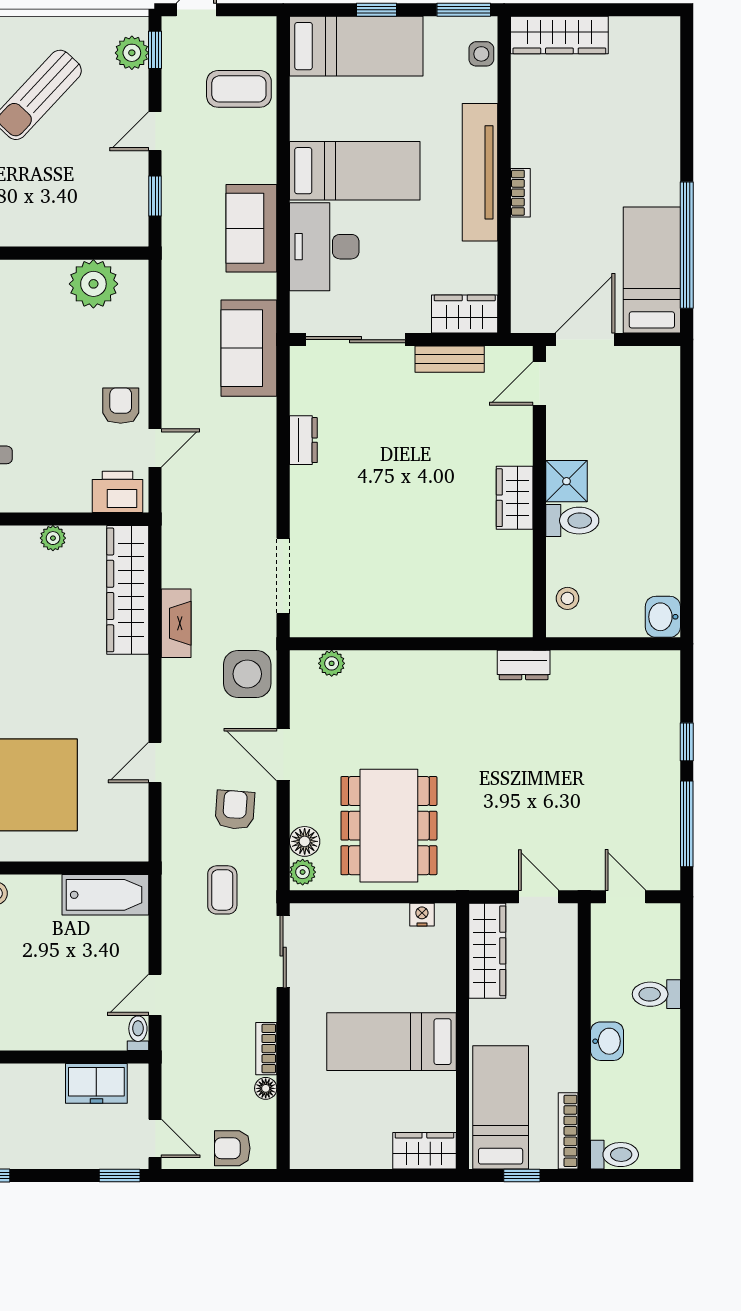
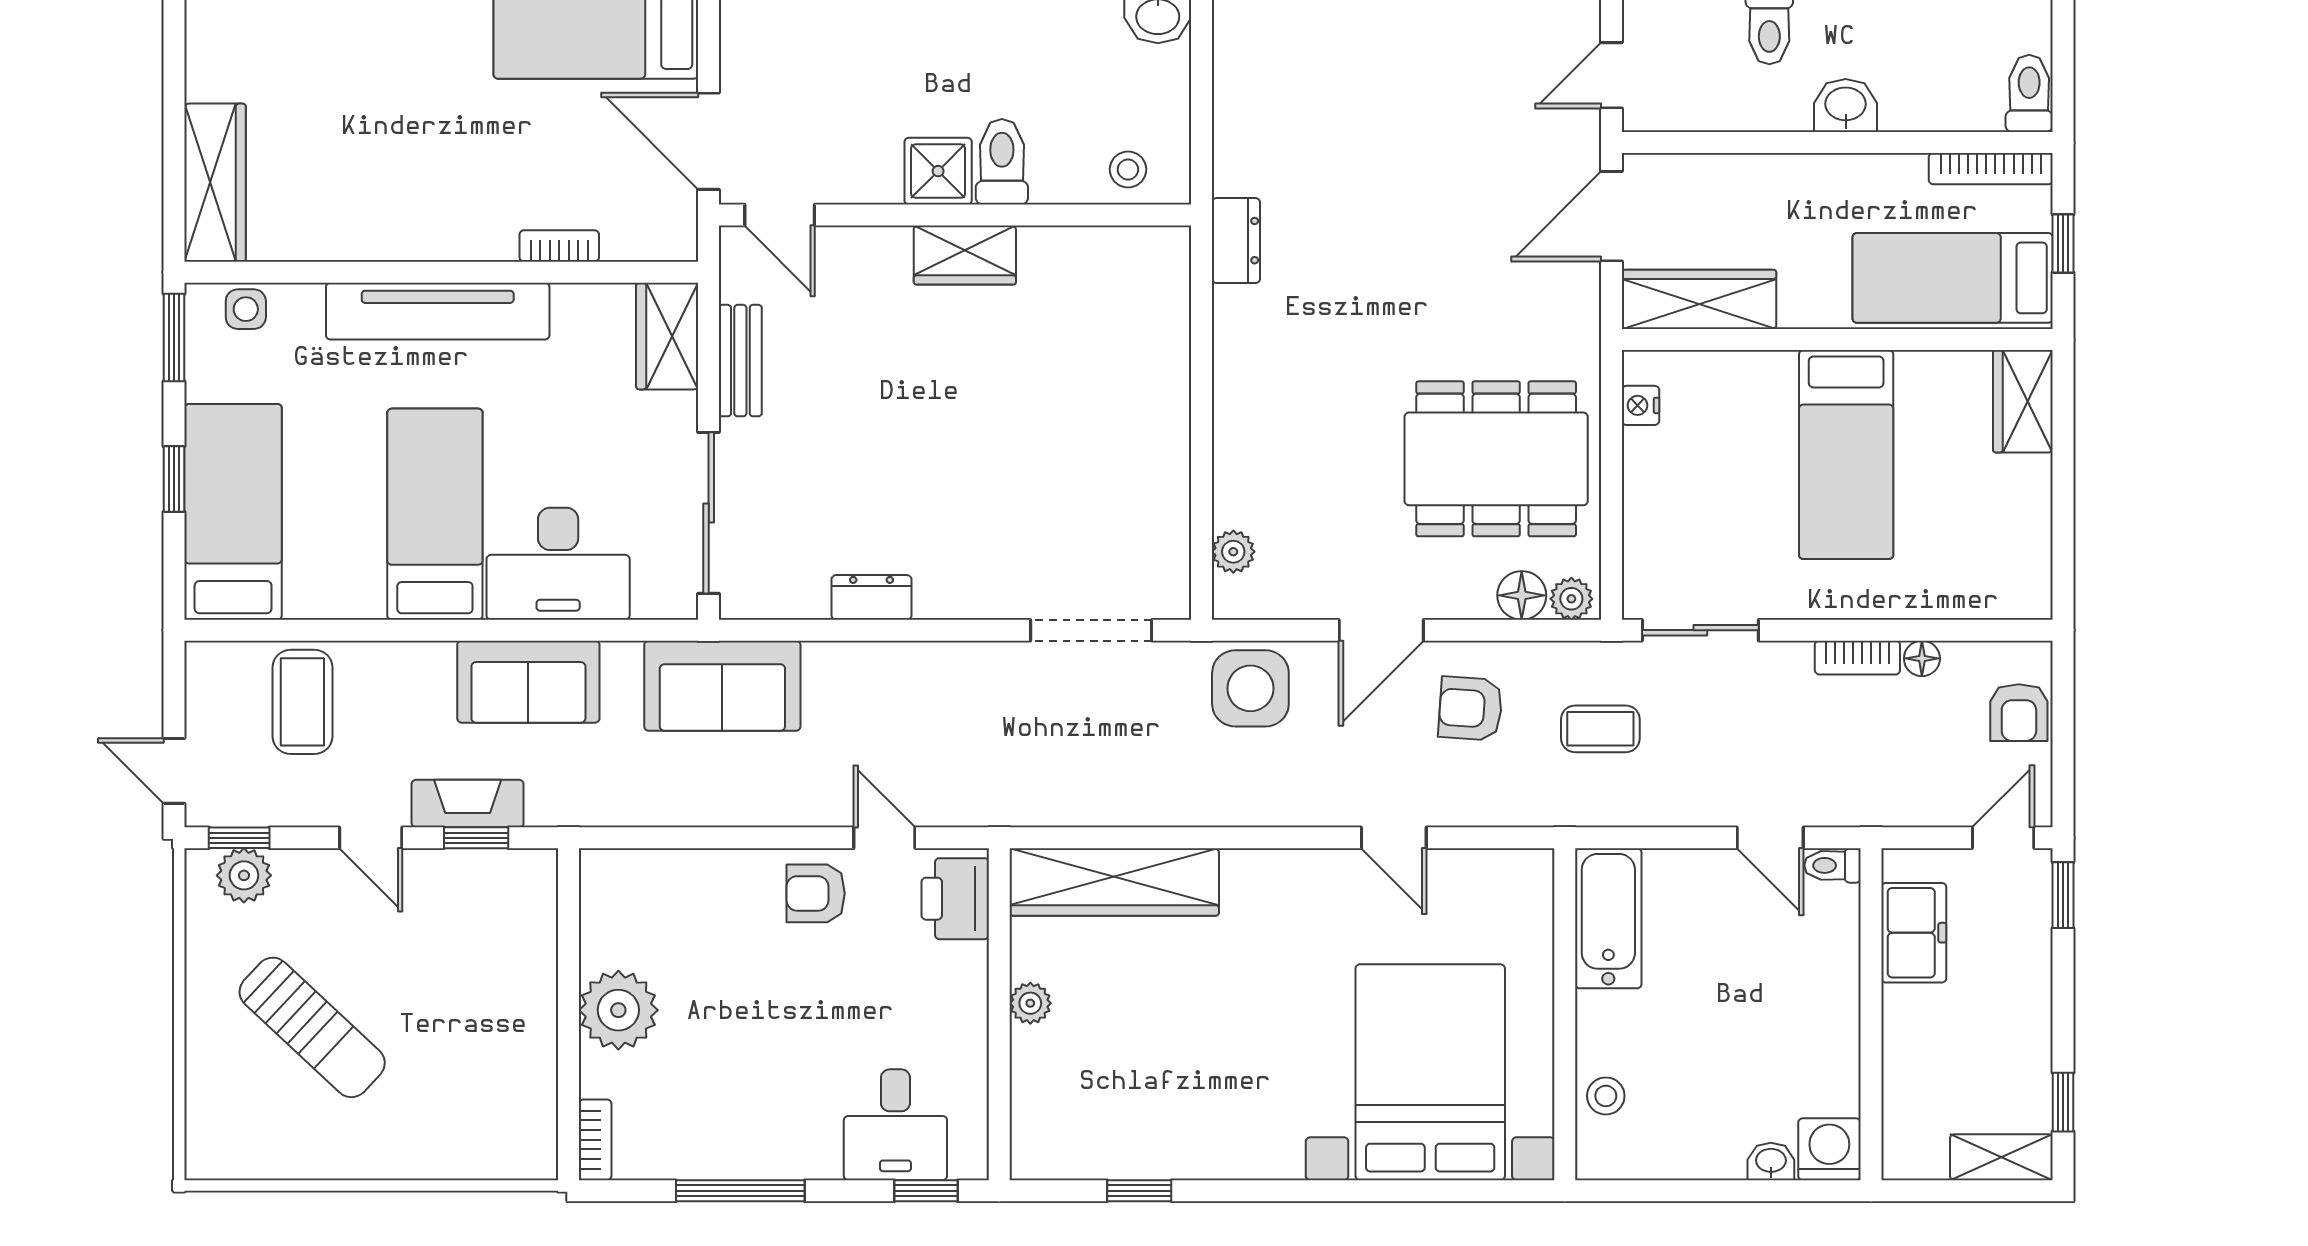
bookcase: (520, 193) -> (559, 246), moved
plant: (93, 284) -> (618, 1010), moved
fireplace: (176, 623) -> (468, 804), moved
door: (539, 897) -> (1612, 216), width x1.38

